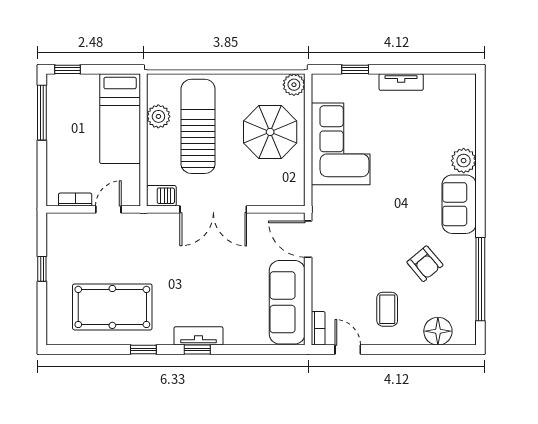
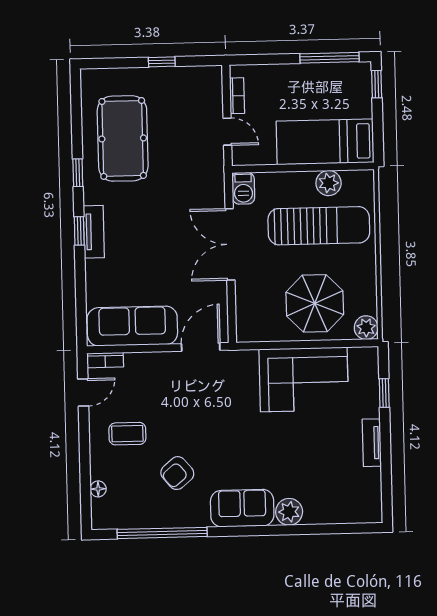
floor lamp: (438, 331) -> (98, 489), width x0.53, depth x0.53

